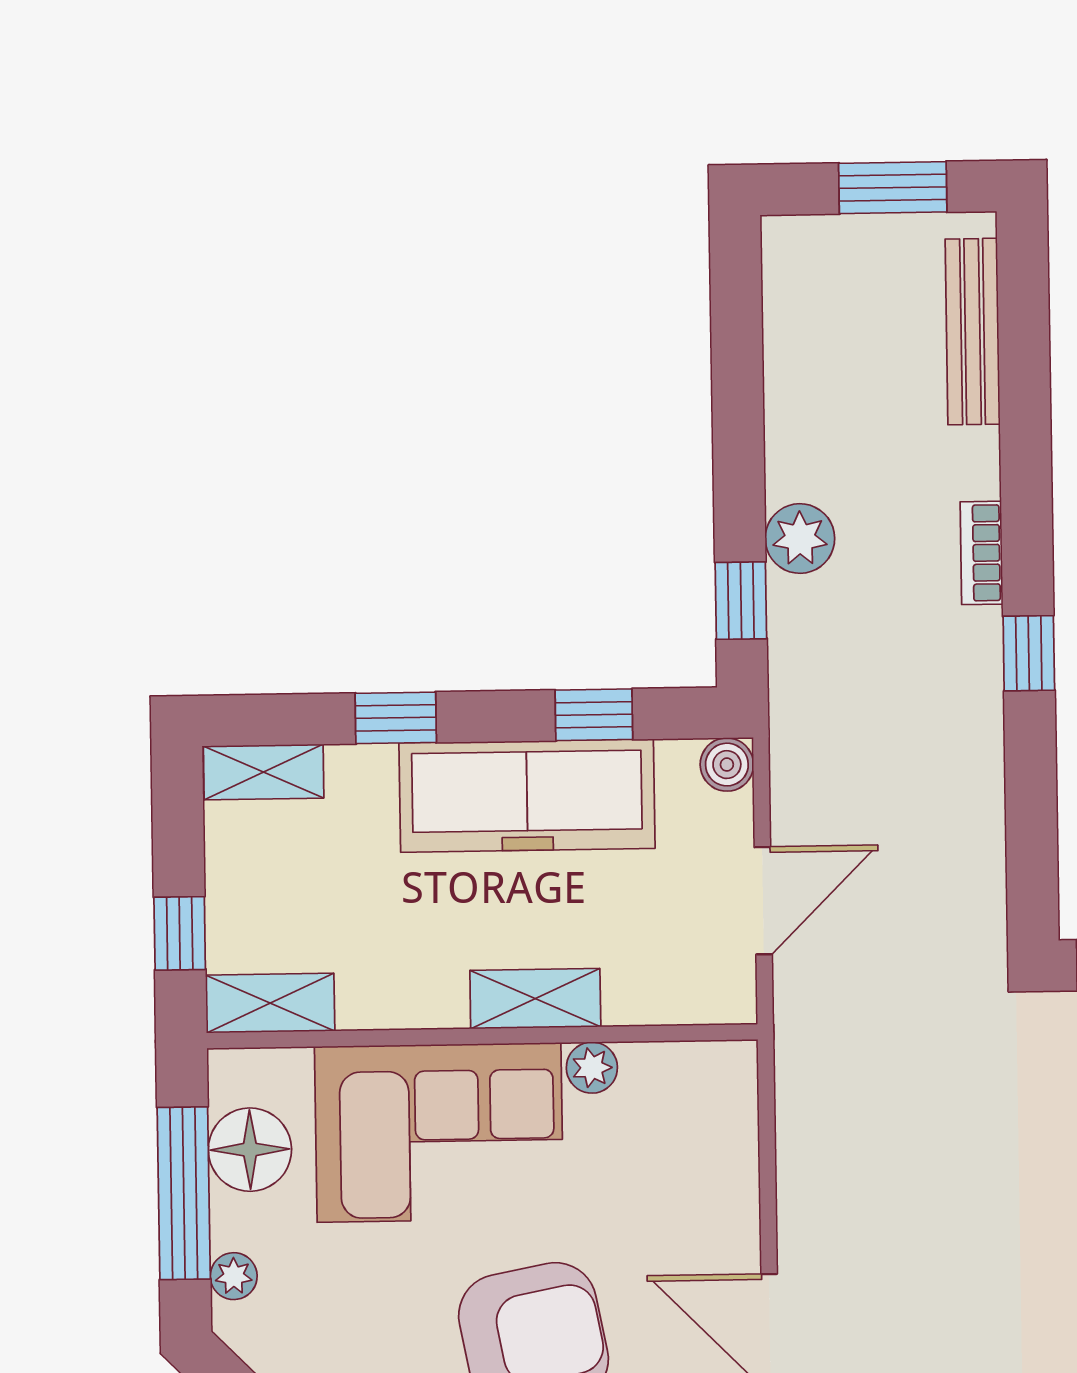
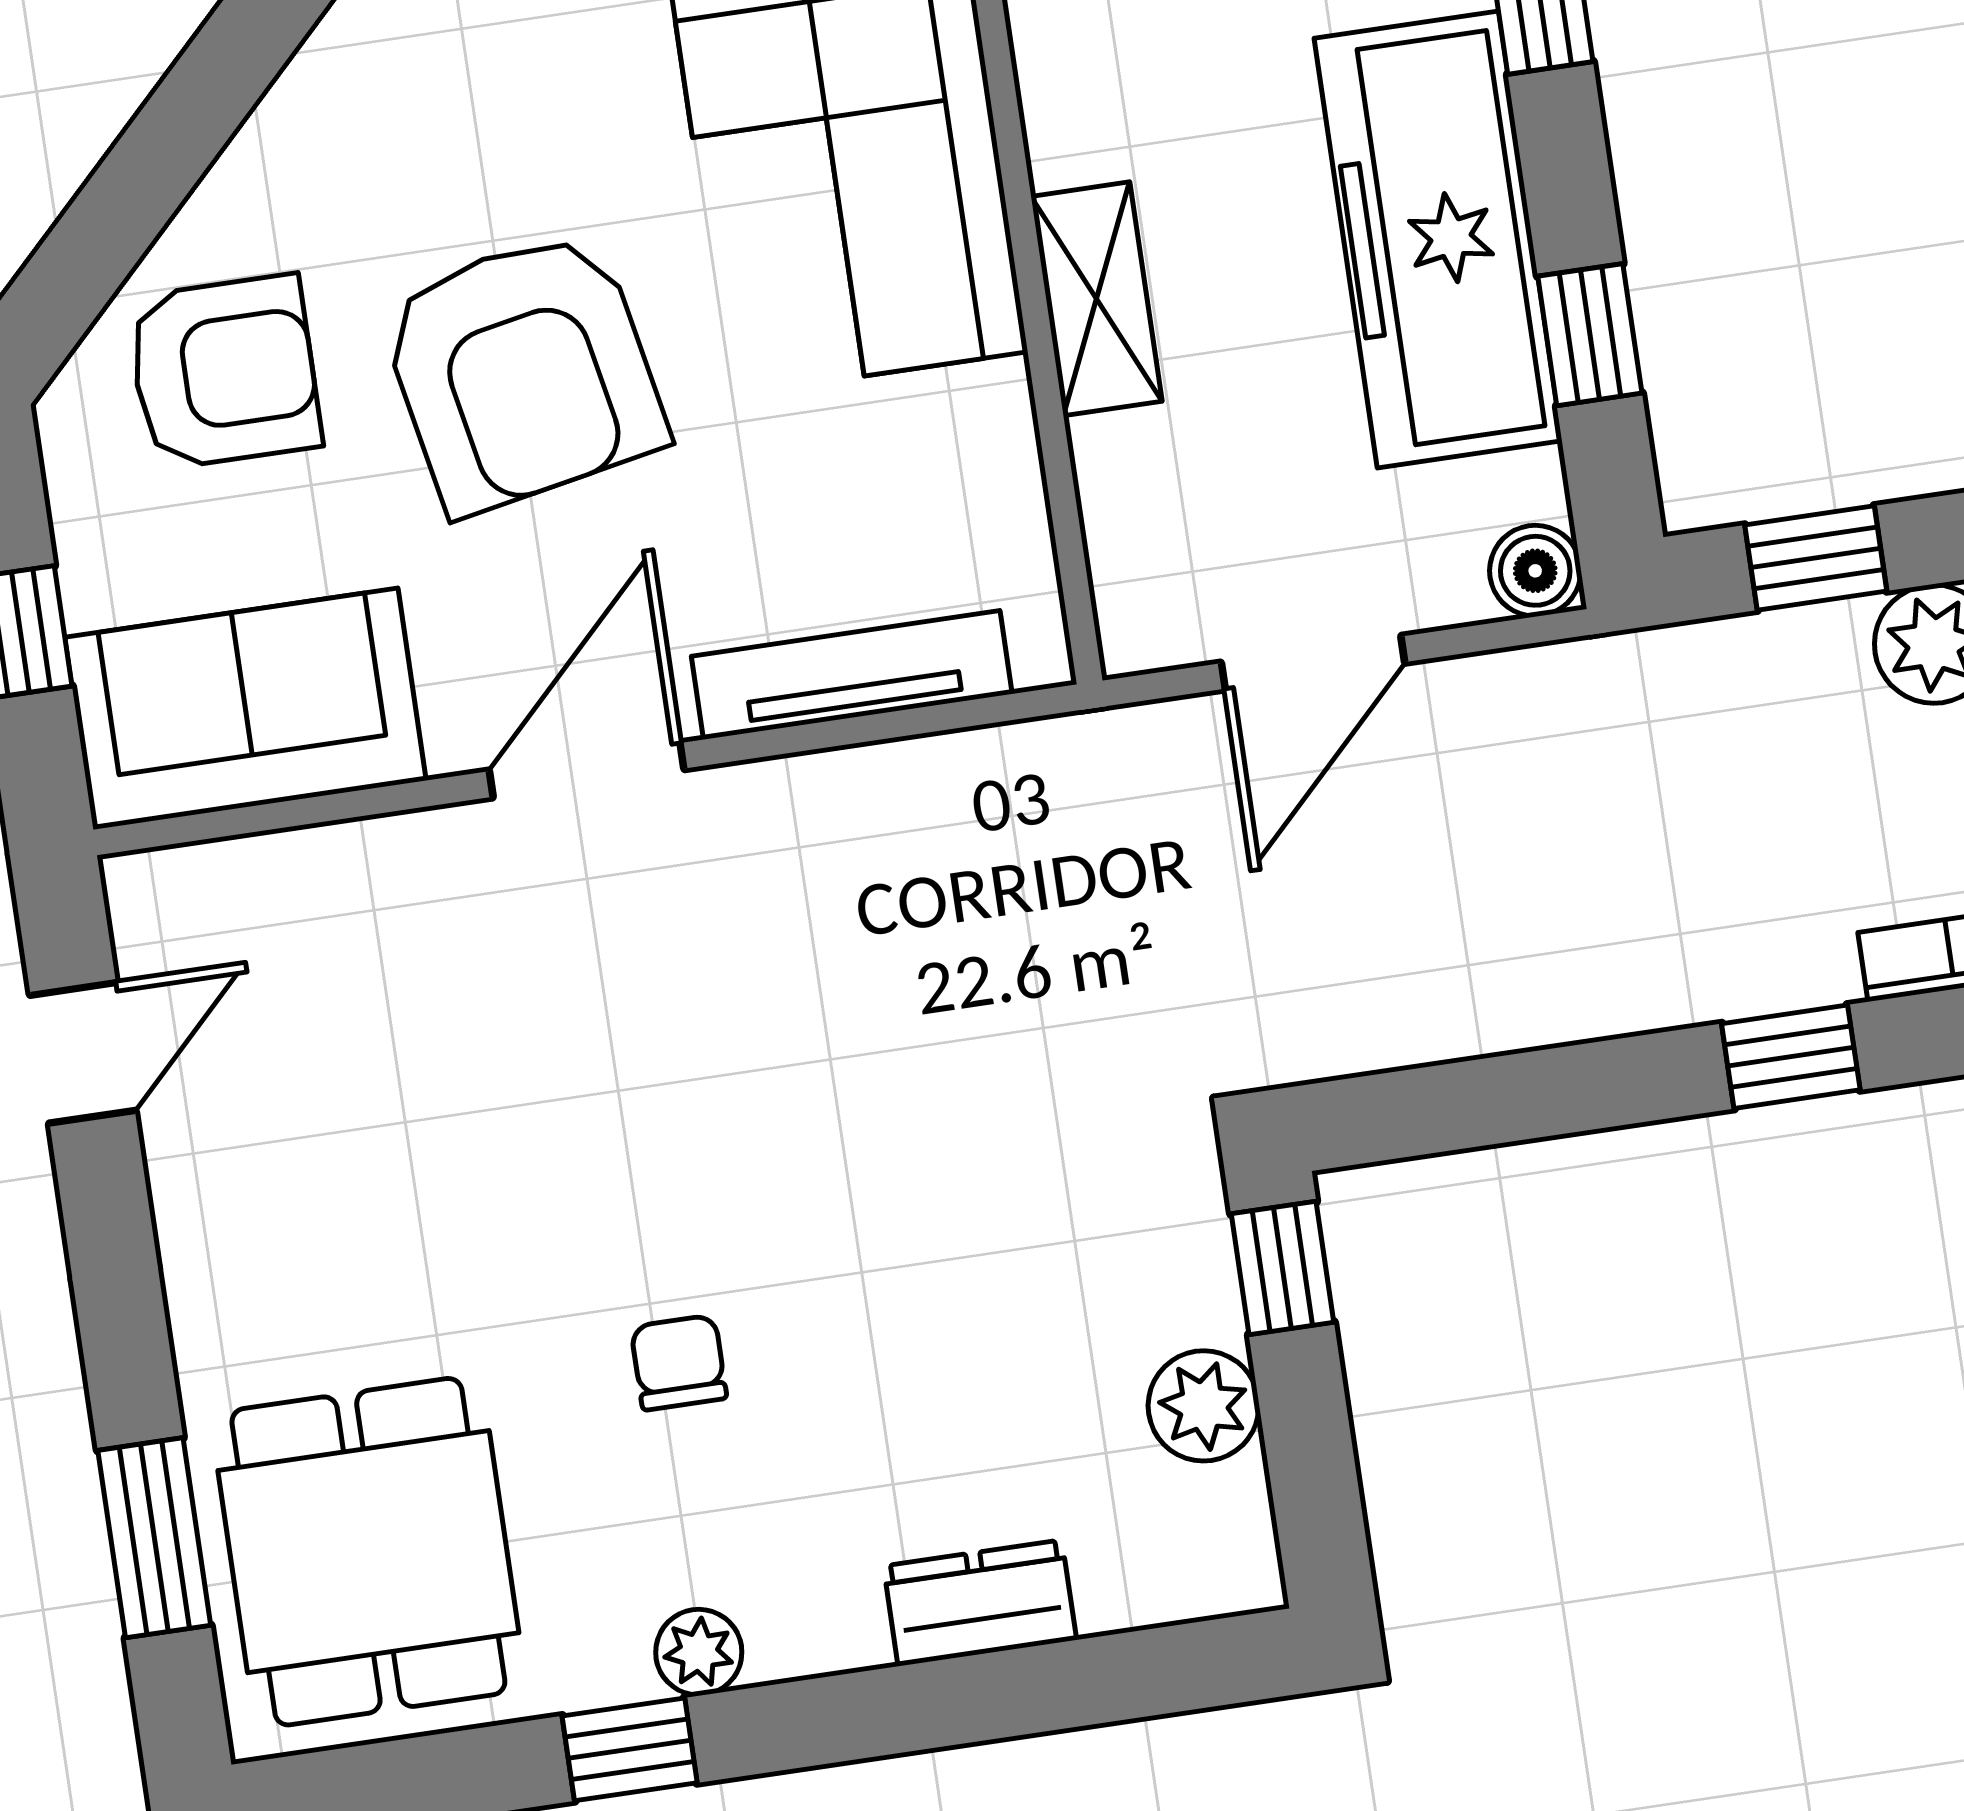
door: (763, 901) -> (1313, 663), hinge flipped
plant: (592, 1068) -> (992, 410), removed
tv unit: (735, 1170) -> (852, 675), added

